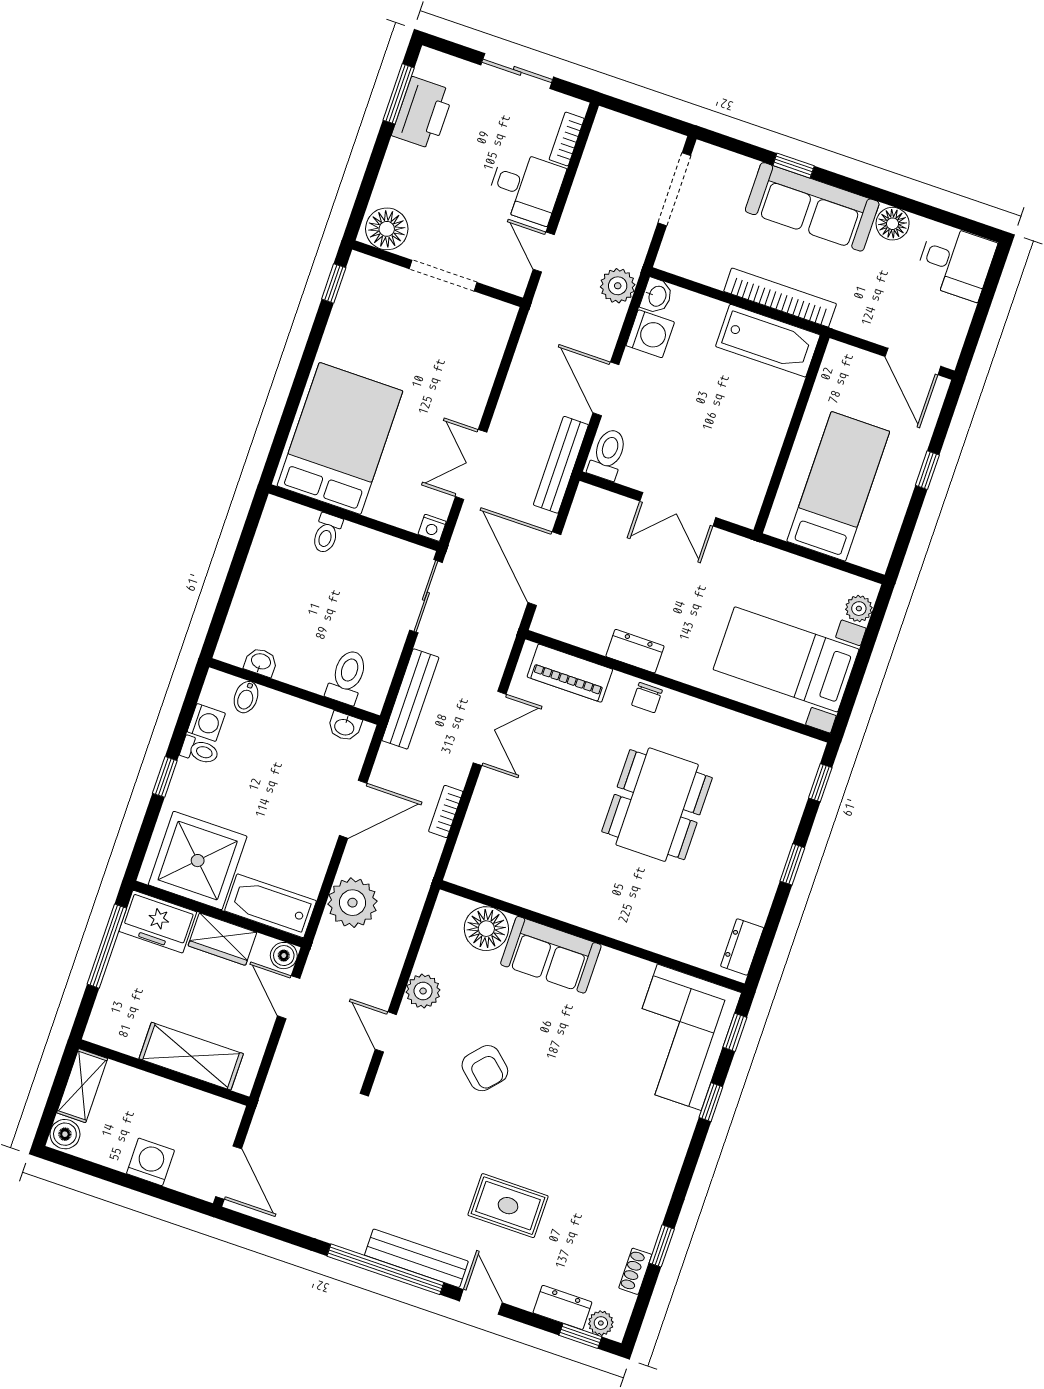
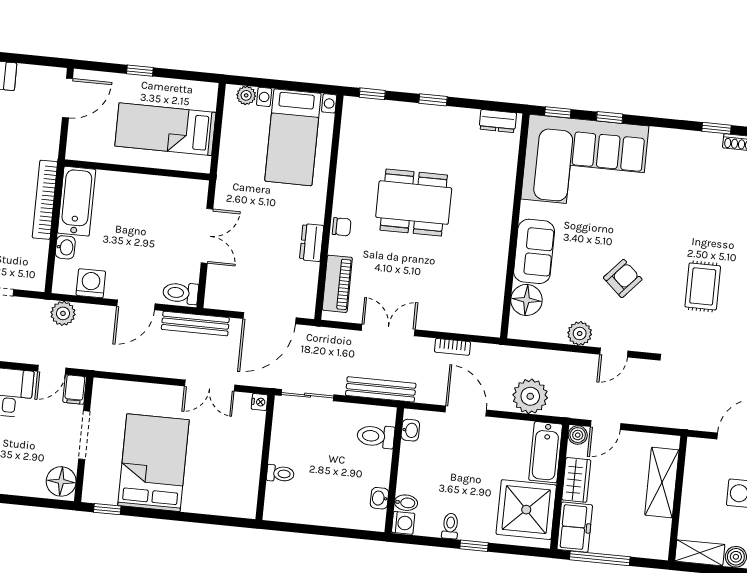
filing cabinet: (509, 277) -> (75, 390), added
washbasin: (657, 296) -> (65, 247), moved, turned 90
bed: (340, 438) -> (153, 463), moved, turned 90
washing machine: (206, 722) -> (403, 523), moved, turned 90
corner sofa: (679, 1037) -> (585, 163), width x1.36, depth x1.36
rug: (508, 1206) -> (703, 286), moved

